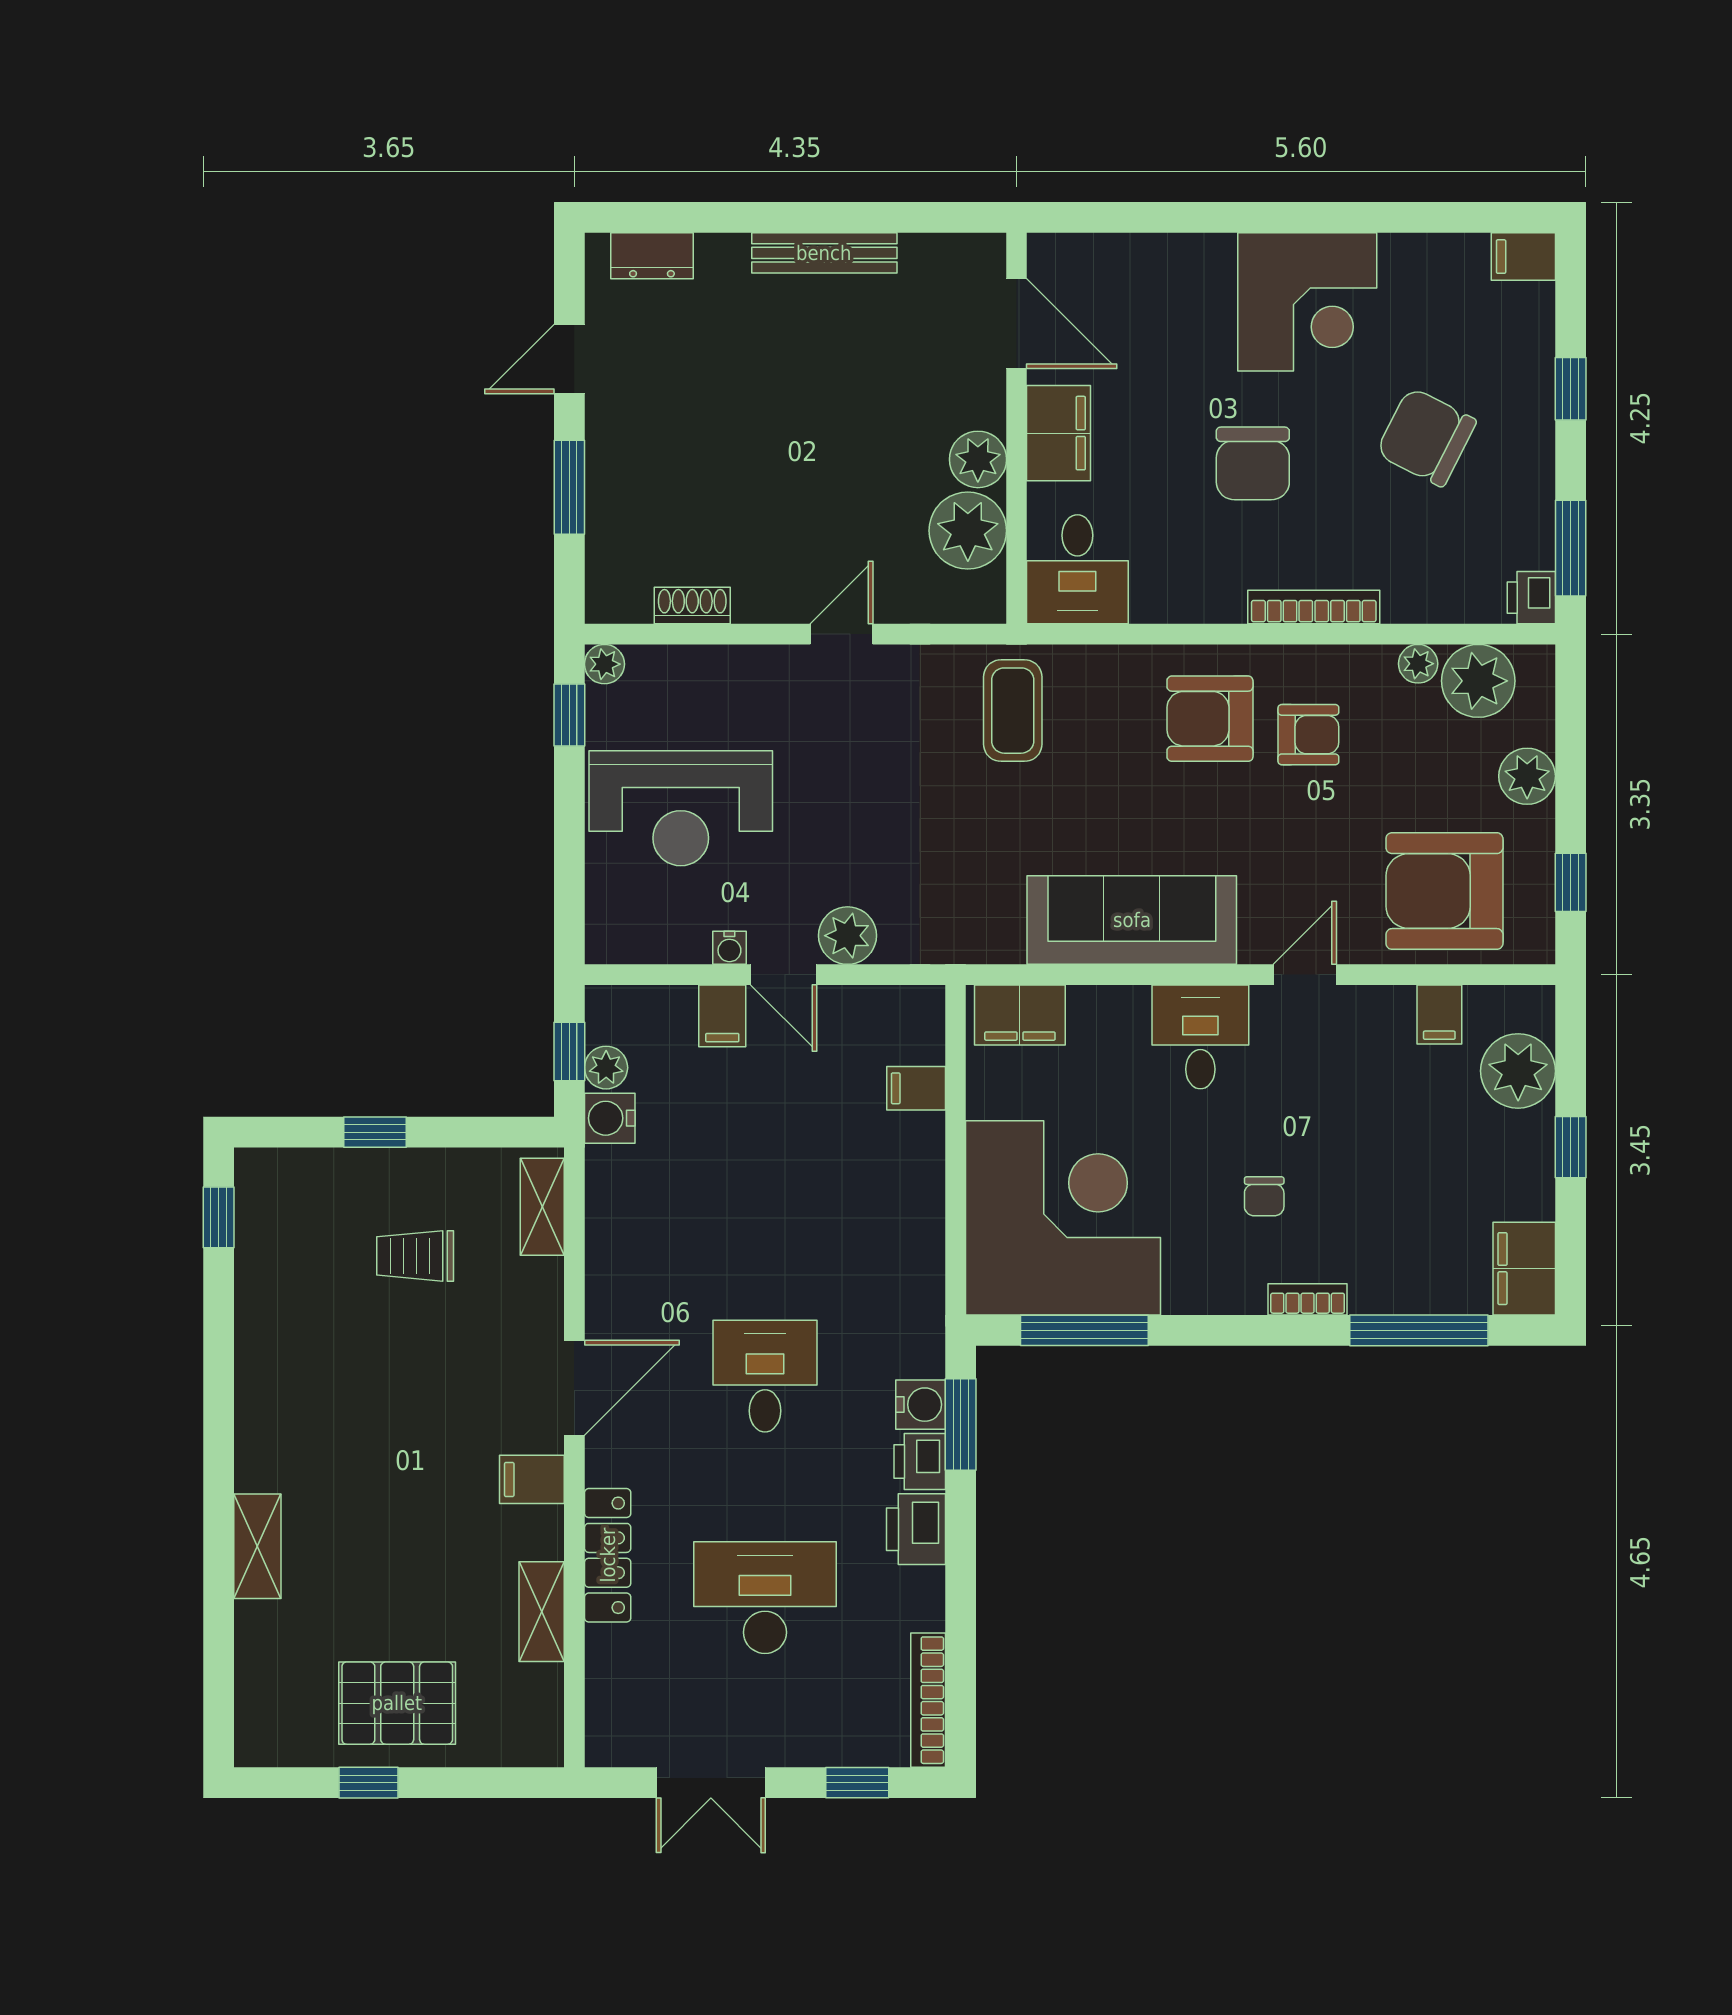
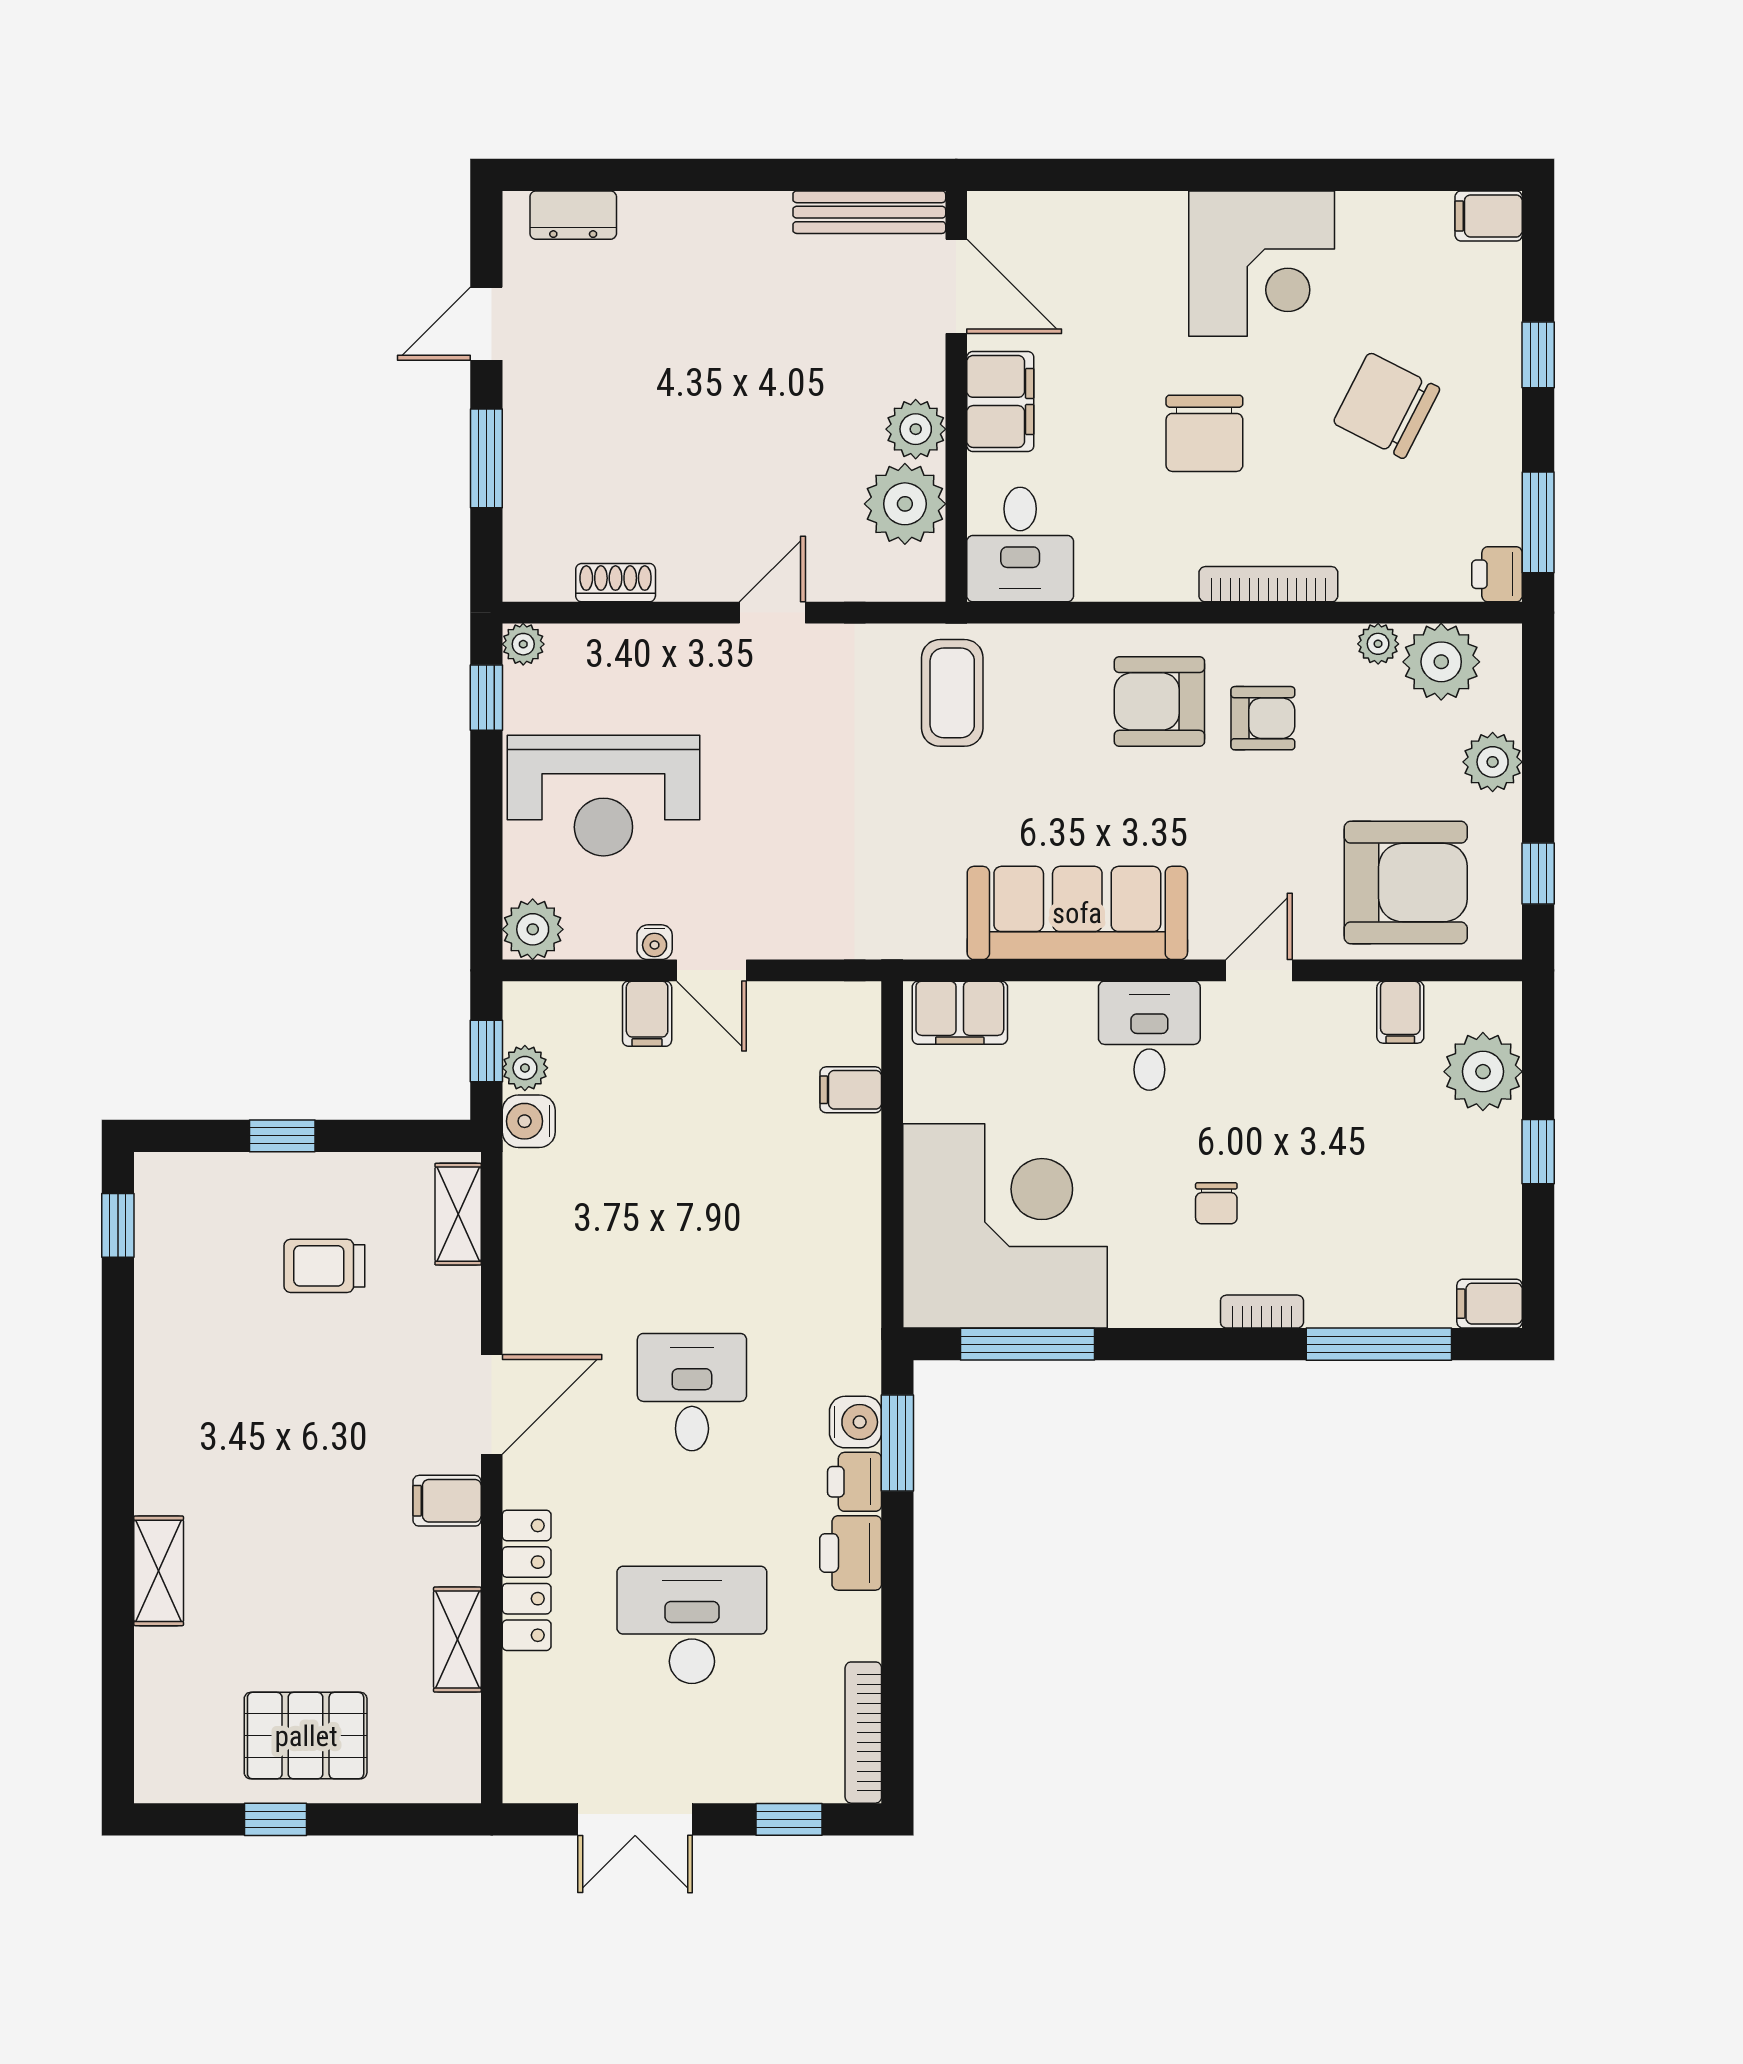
bench: (824, 253) -> (869, 212), moved
armchair: (1444, 891) -> (1406, 883), turned 180
plant: (848, 936) -> (533, 929), moved
filing cabinet: (1524, 1269) -> (1490, 1304), width x0.50

